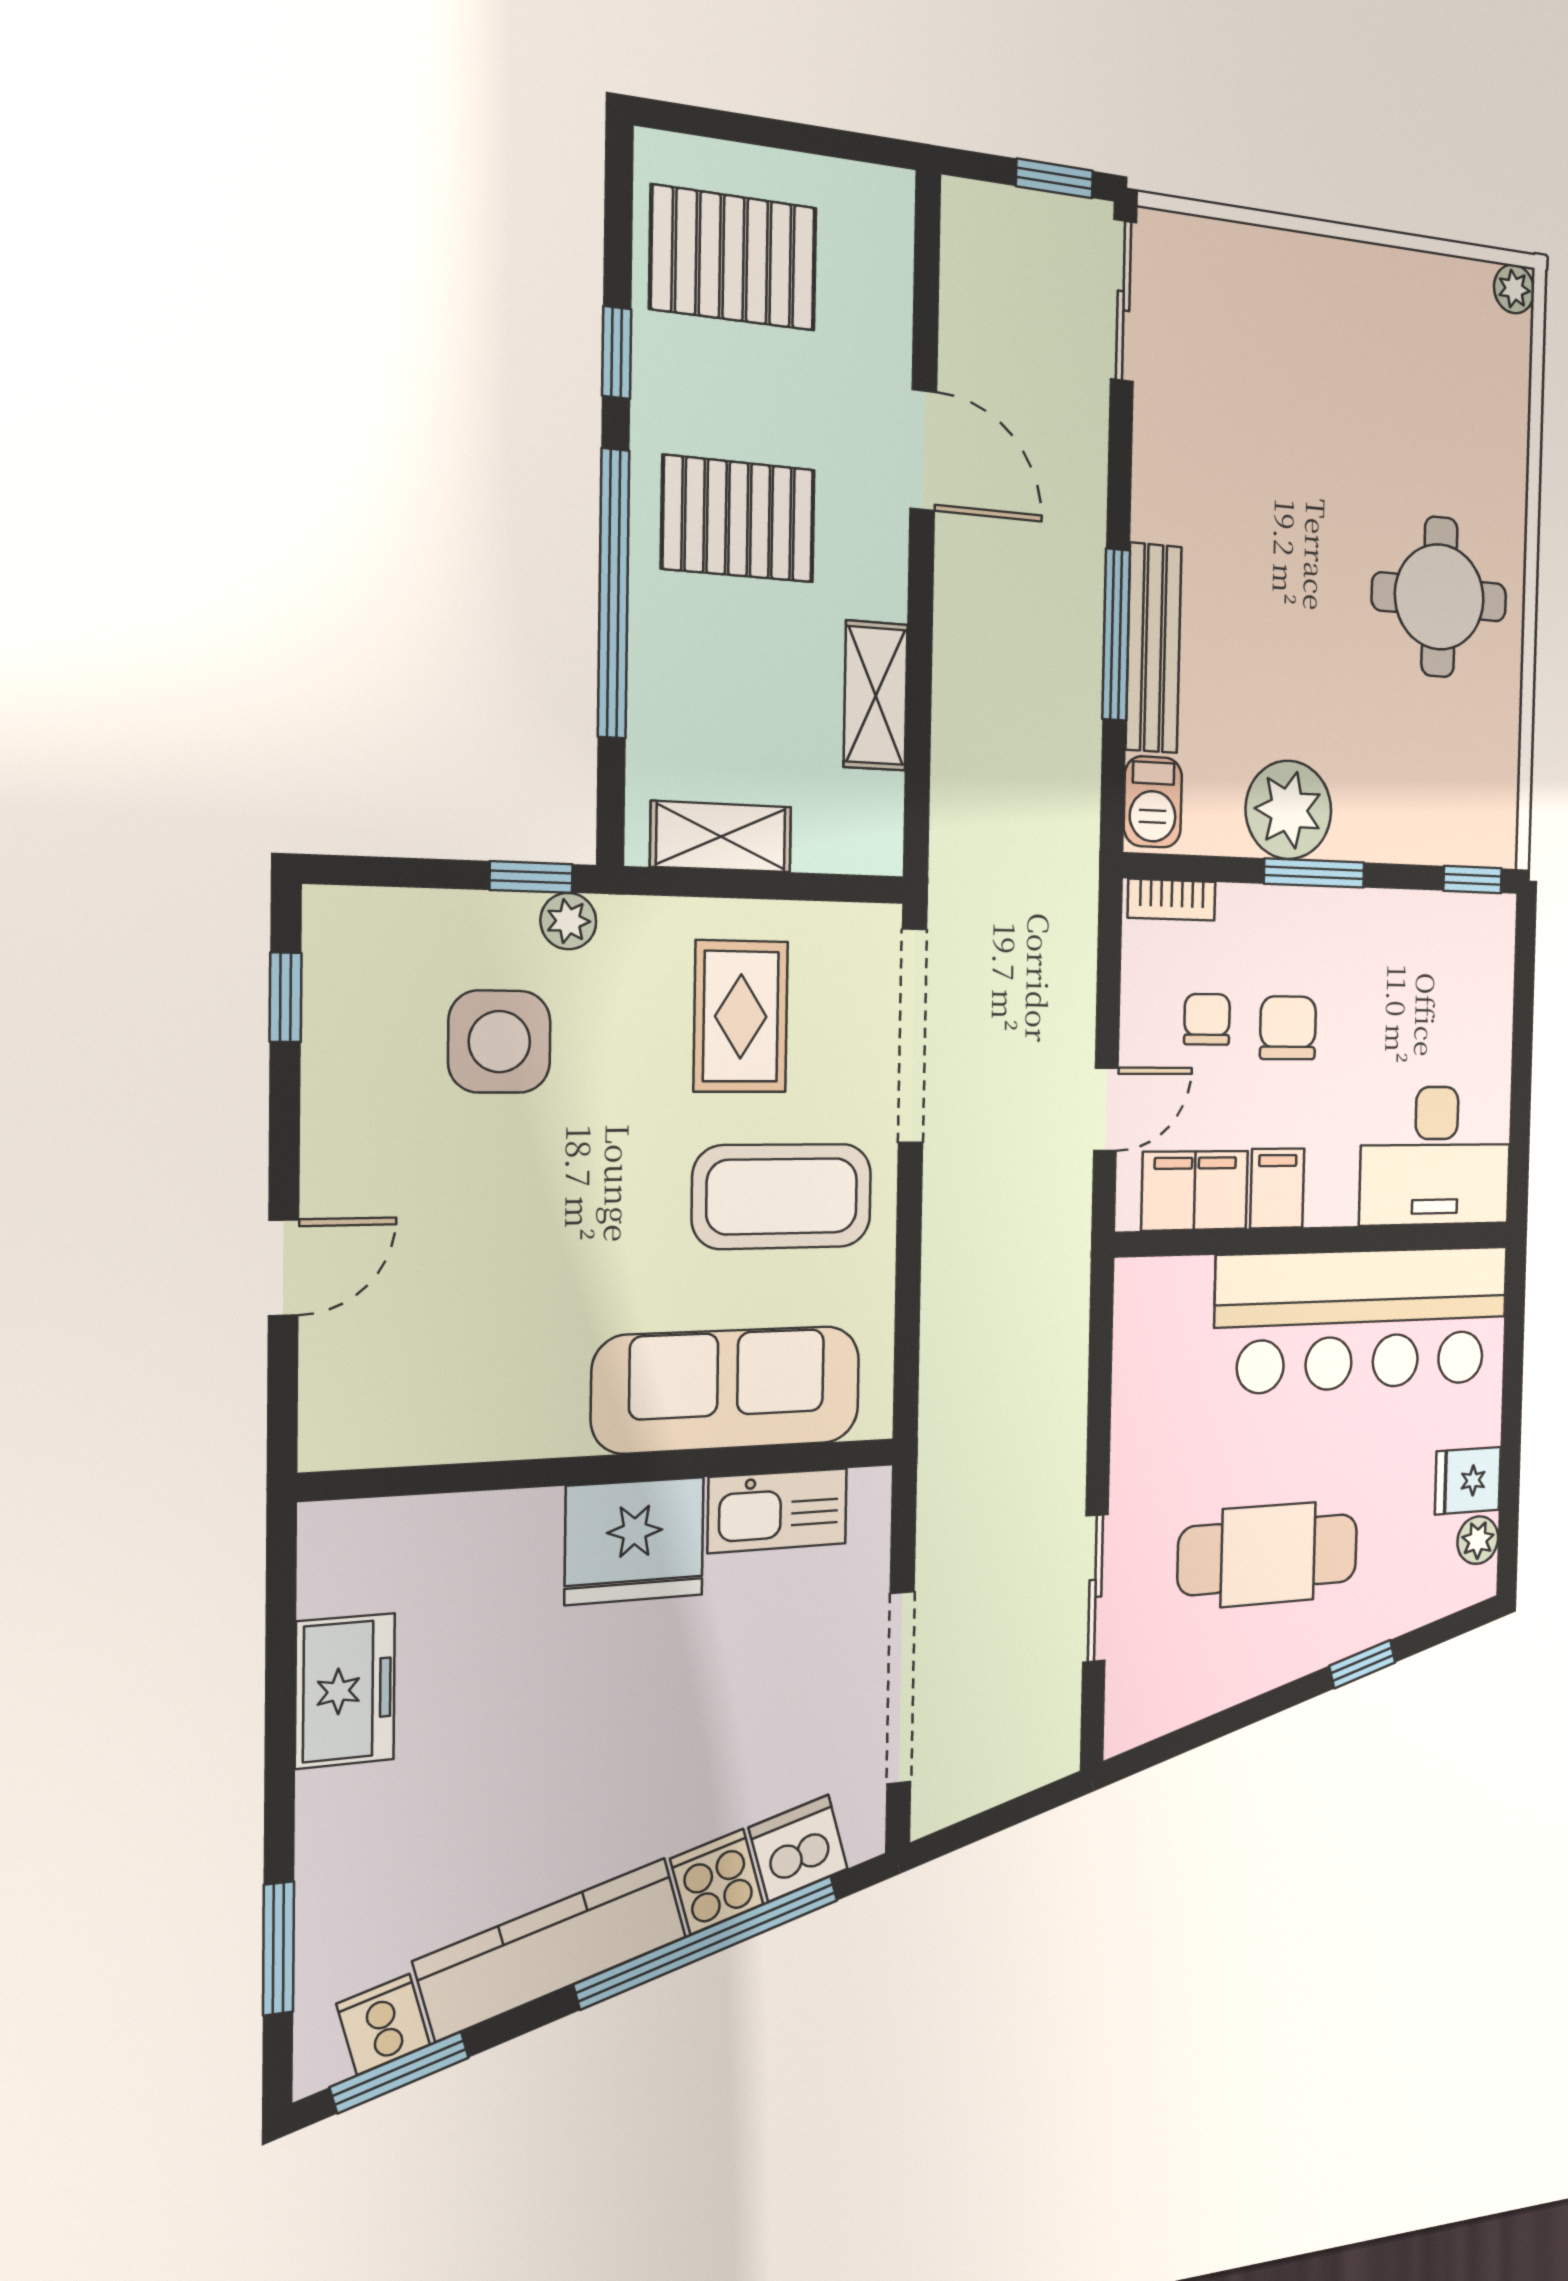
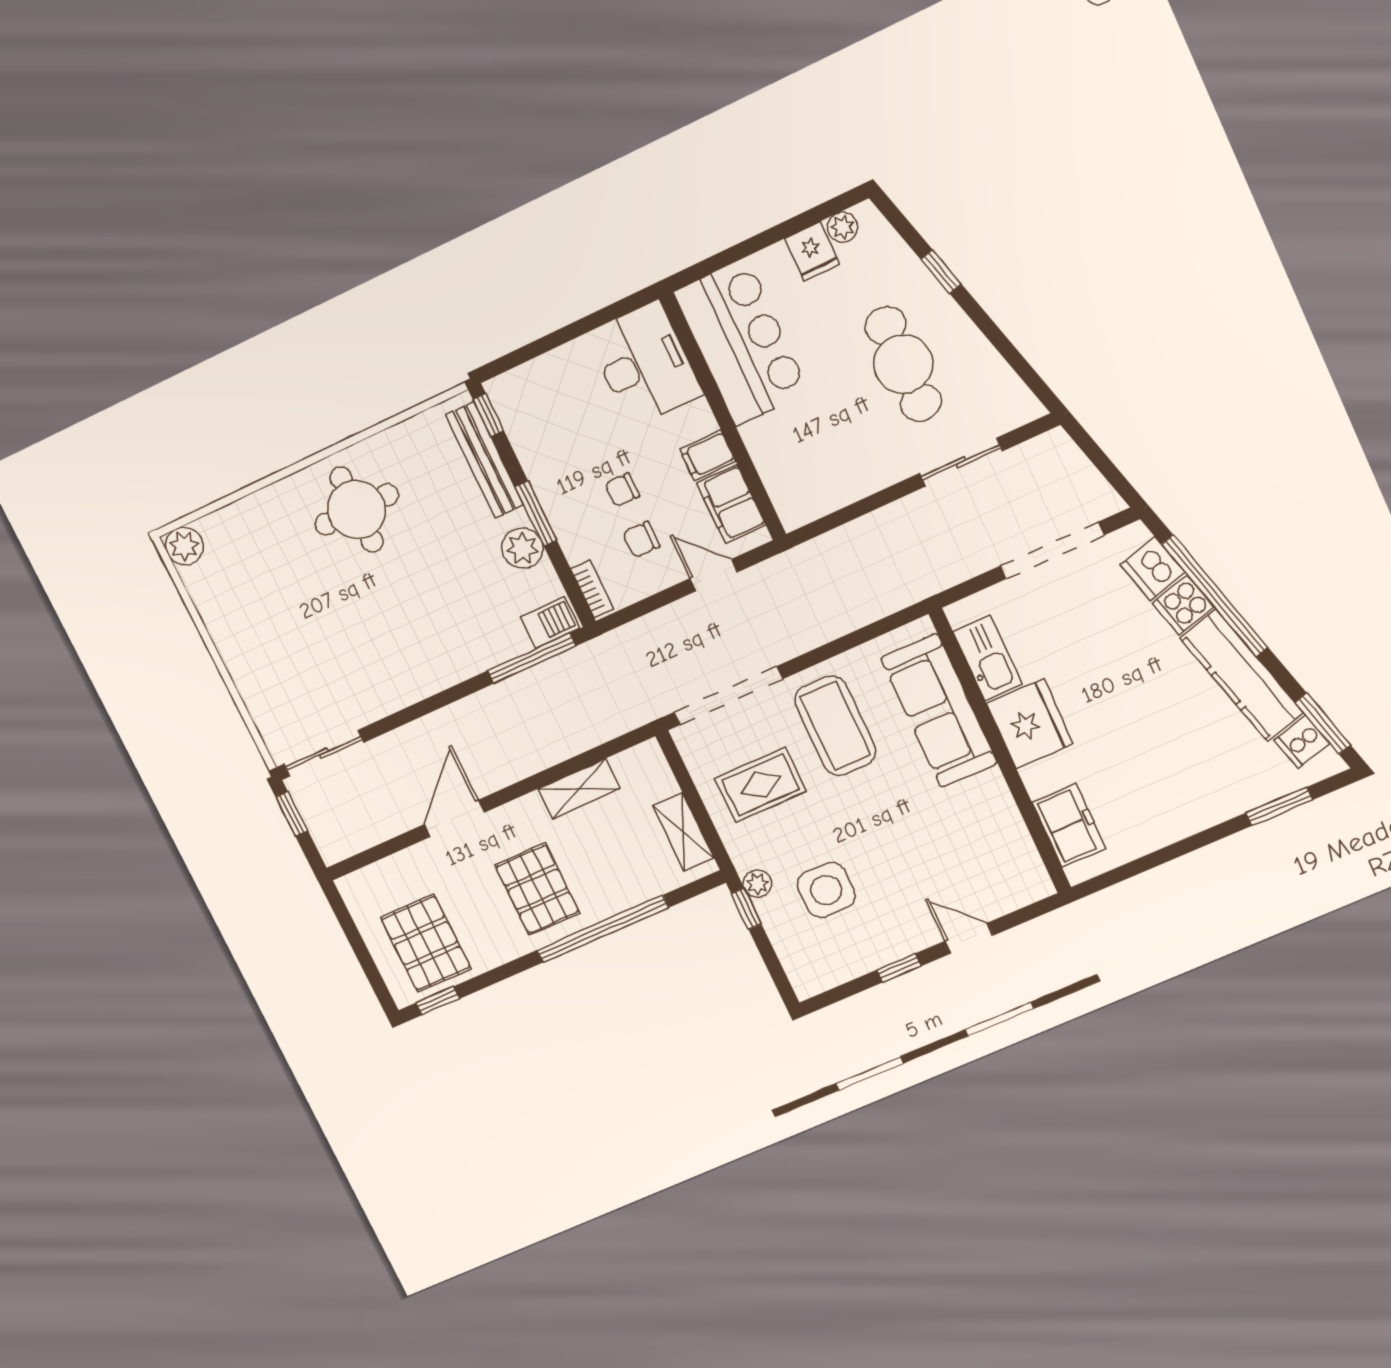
plant: (1514, 289) -> (184, 546), width x1.38, depth x1.38
window: (617, 353) -> (438, 1001), moved
window: (1116, 635) -> (531, 658), moved
bench: (1154, 648) -> (485, 460), moved, turned 90
plant: (1289, 810) -> (522, 548), width x0.73, depth x0.73
window: (286, 997) -> (899, 968), moved
chair: (1288, 1028) -> (622, 490), width x0.73, depth x0.73
bar counter: (1363, 1319) -> (741, 342), width x0.73
freezer: (345, 1691) -> (1069, 825), moved, turned 90

